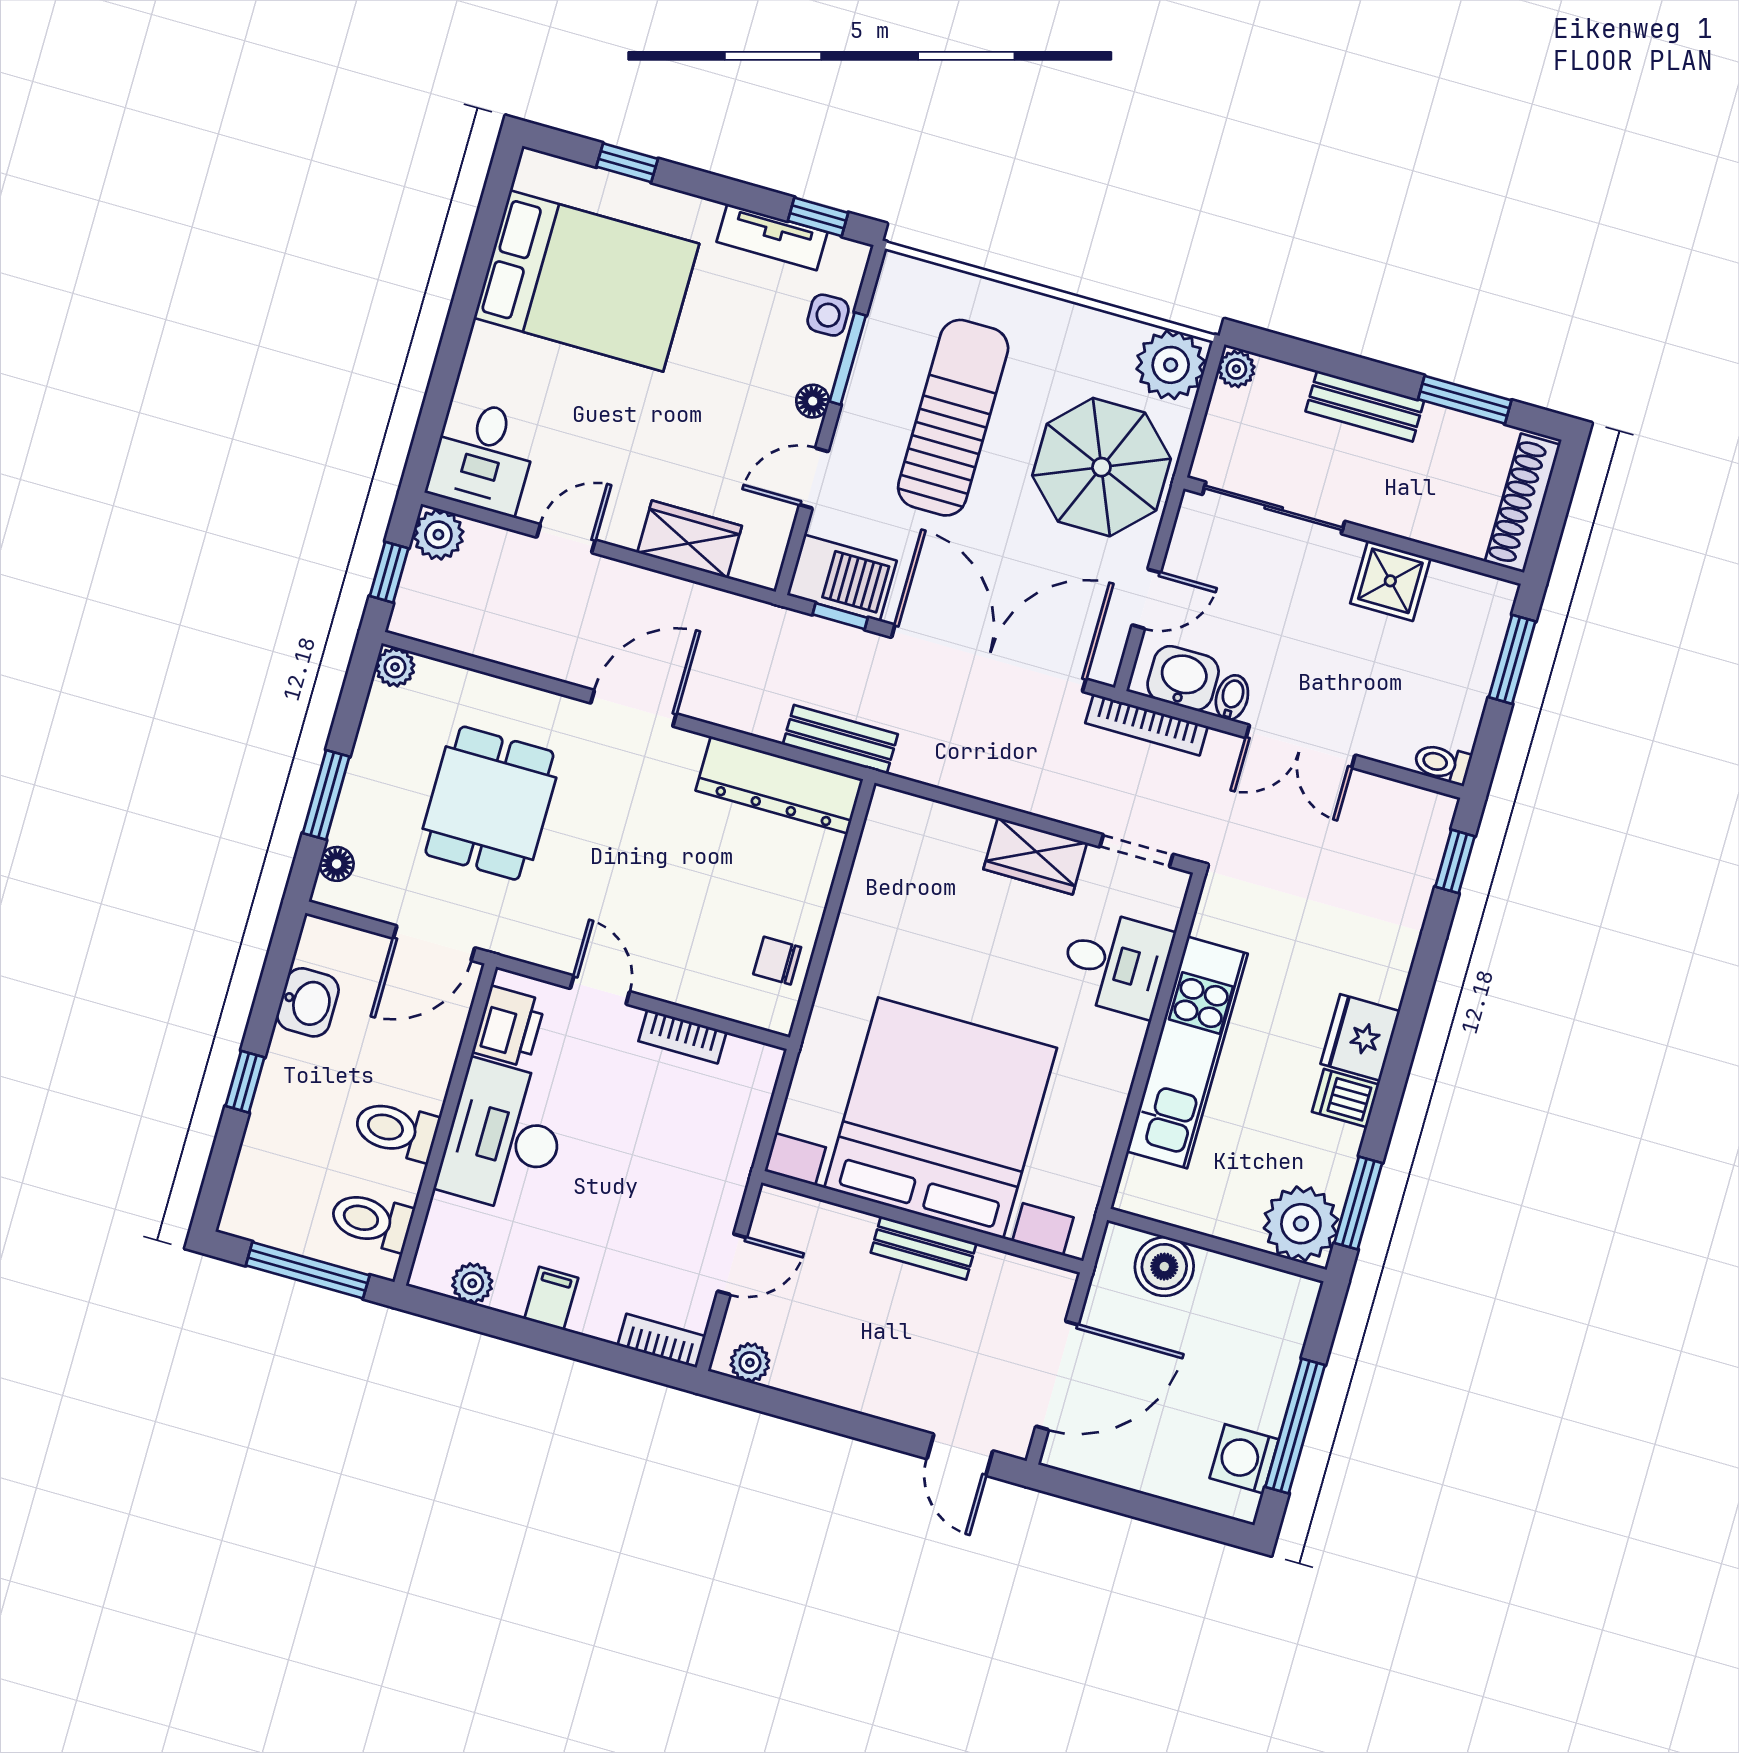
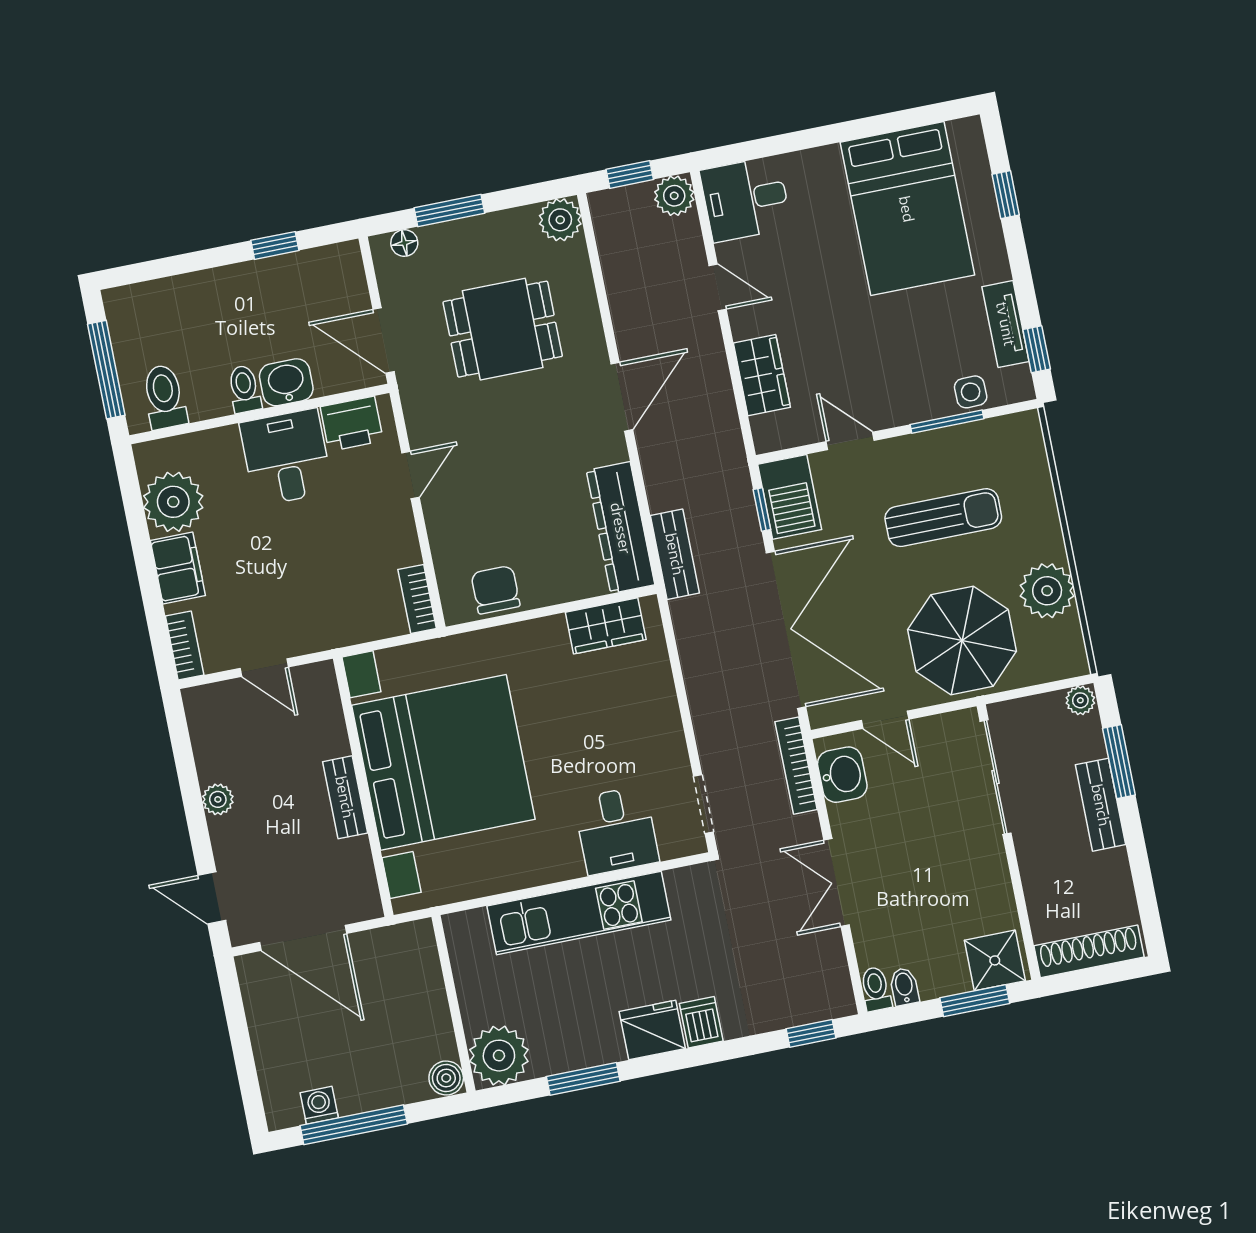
plant: (1171, 365) -> (1047, 591), moved
window: (1465, 400) -> (1119, 762), moved
floor lamp: (813, 401) -> (904, 412), removed
sun lounger: (953, 418) -> (943, 518), width x0.73, depth x0.75
shower: (1390, 581) -> (995, 960), moved
plant: (395, 667) -> (560, 220), width x1.38, depth x1.38
bidet: (1232, 697) -> (904, 987), moved, turned -90
door: (634, 708) -> (622, 397), hinge flipped
wardrobe: (1035, 856) -> (606, 626), moved, turned -90
chair: (777, 961) -> (495, 590), width x1.37, depth x1.37
washbasin: (308, 1002) -> (286, 382), moved, turned 180
bookcase: (682, 1036) -> (417, 599), moved
window: (245, 1082) -> (275, 245), moved
dishwasher: (1346, 1098) -> (701, 1022), moved
toilet: (396, 1130) -> (244, 389), width x0.73, depth x0.72
desk: (504, 1137) -> (286, 457), width x0.73
window: (1358, 1203) -> (583, 1079), moved
boiler: (1164, 1267) -> (446, 1078), moved, width x0.73, depth x0.73
plant: (472, 1283) -> (173, 502), width x1.88, depth x1.88
filing cabinet: (551, 1298) -> (178, 568), width x2.00
plant: (750, 1363) -> (218, 799), moved
door: (960, 1455) -> (212, 898), hinge flipped
washing machine: (1244, 1459) -> (319, 1105), width x0.73, depth x0.73

